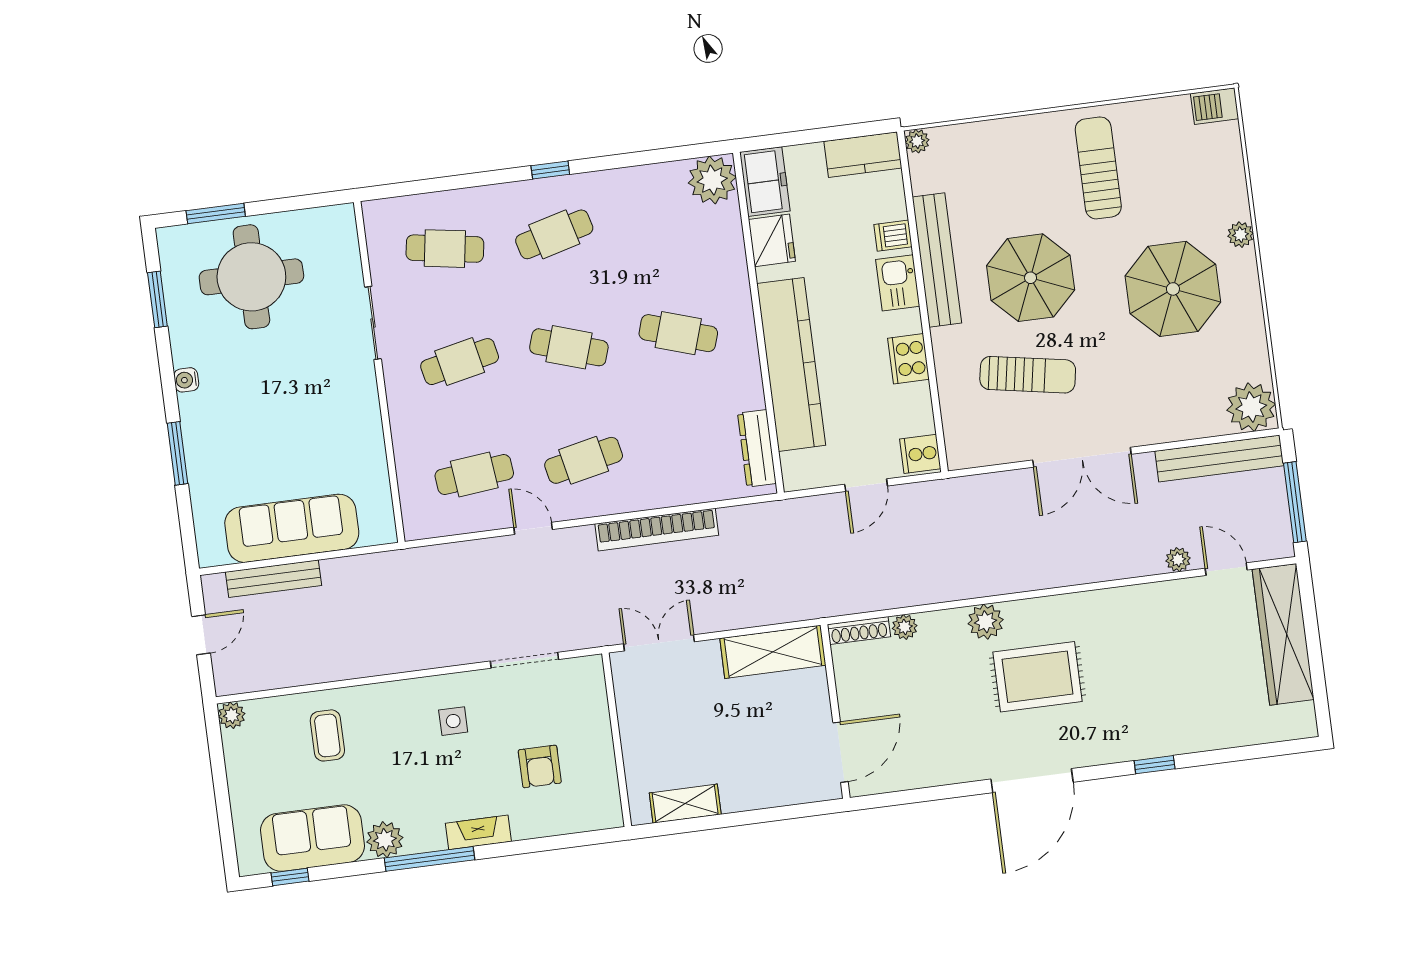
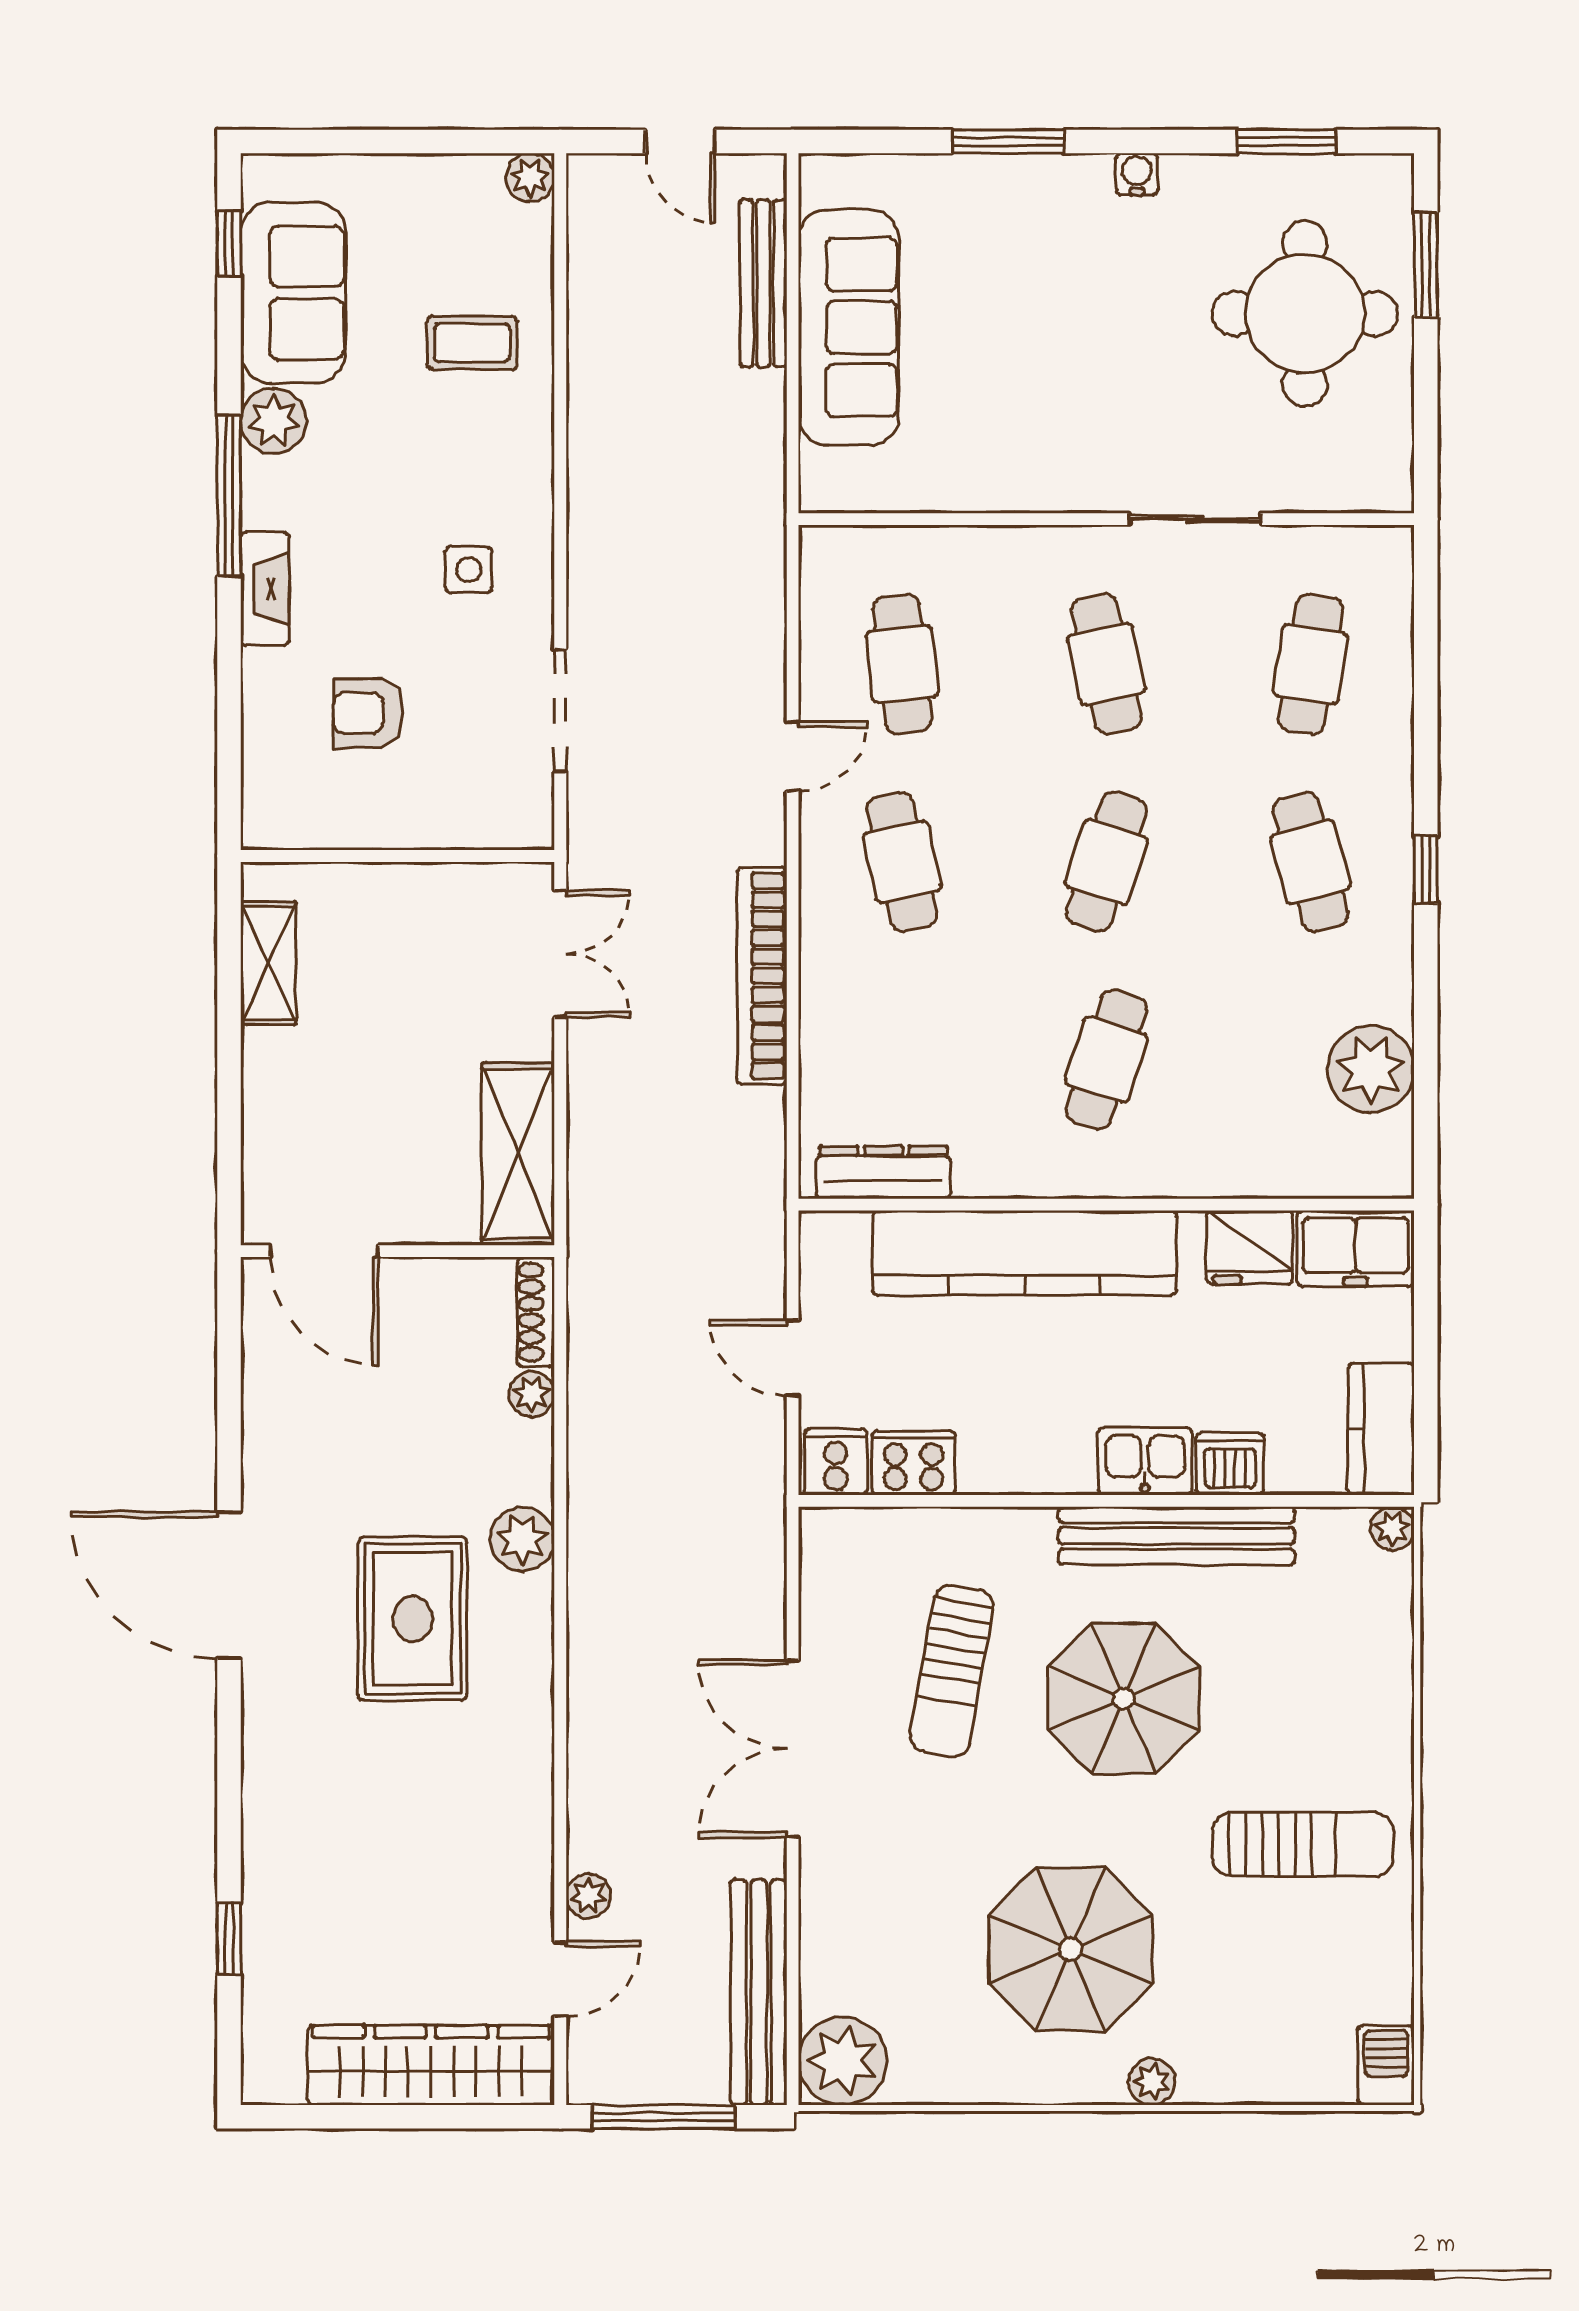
plant: (712, 180) -> (1371, 1069), moved
dishwasher: (893, 236) -> (1230, 1464), width x1.38
cooker: (909, 359) -> (913, 1463), moved
window: (1155, 765) -> (229, 1938), moved

